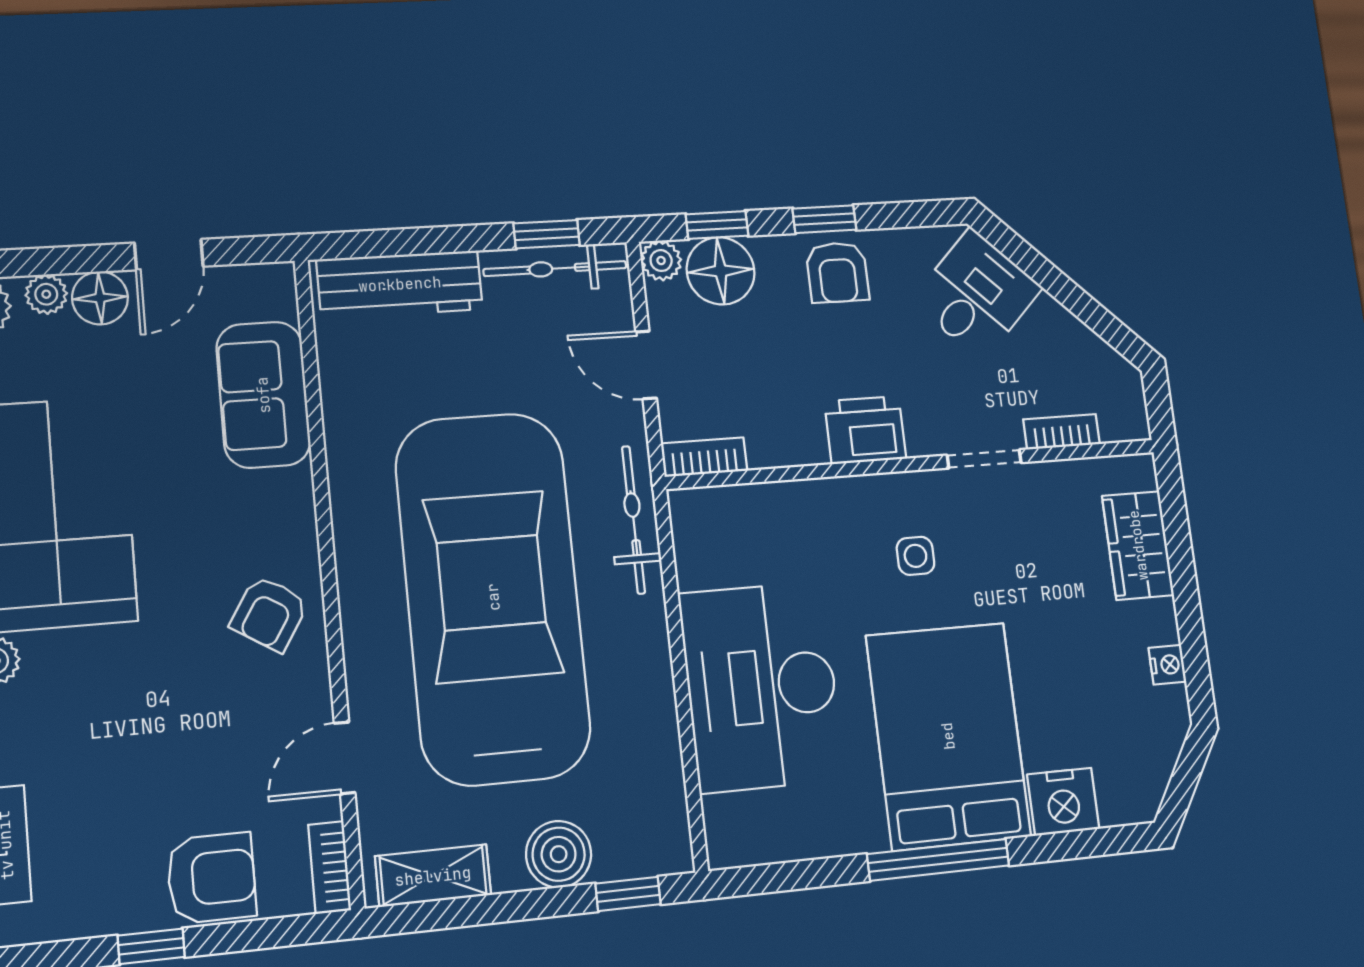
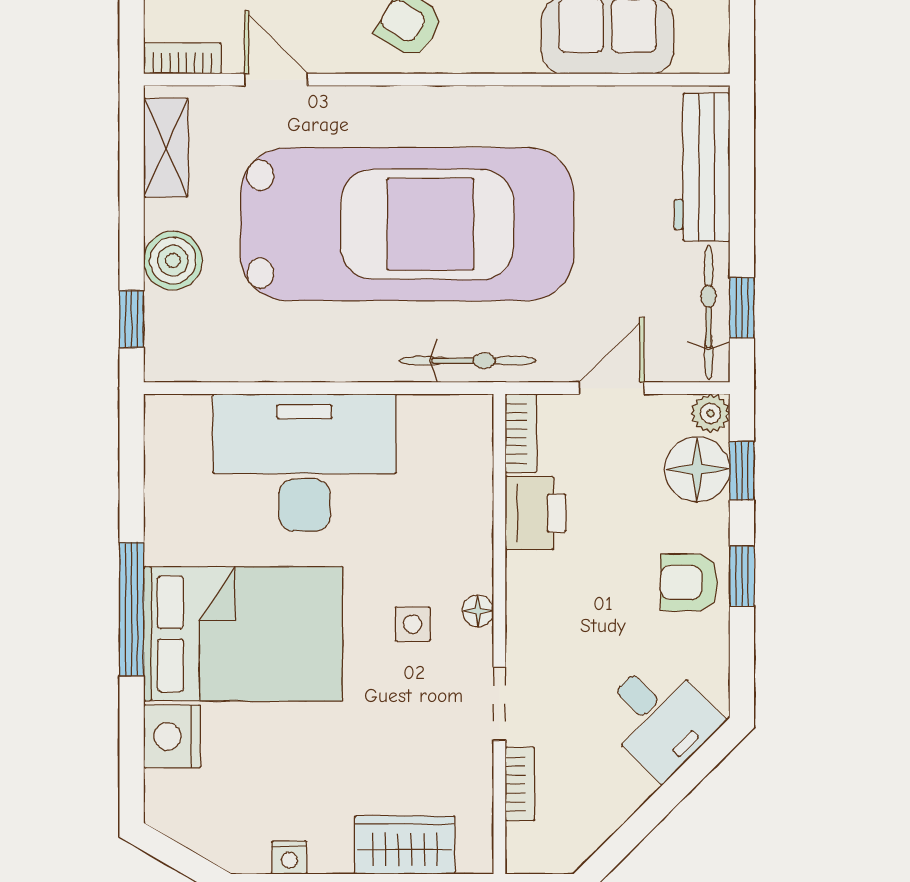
printer: (865, 430) -> (535, 513), moved
floor lamp: (893, 488) -> (478, 611), added

